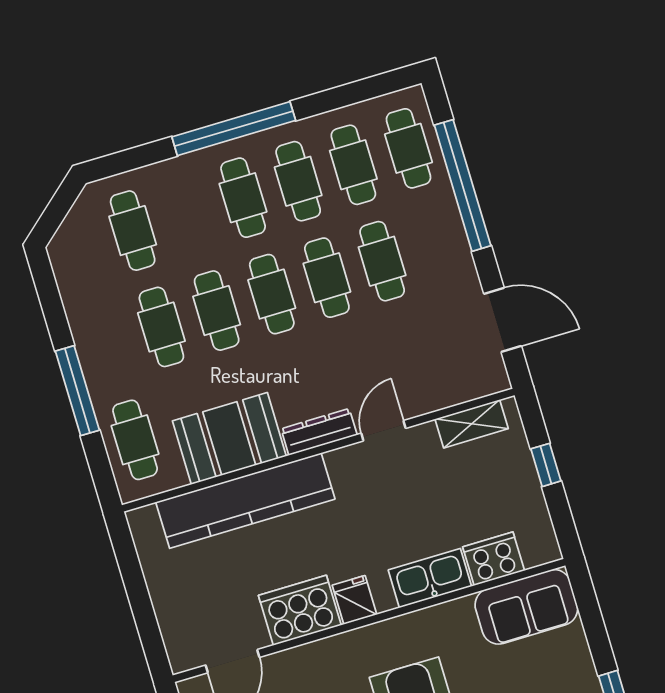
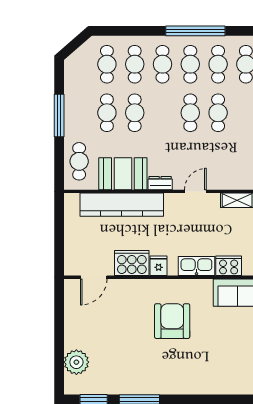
window: (234, 129) -> (195, 31), moved
cafe table: (272, 294) -> (135, 64), moved
window: (77, 391) -> (59, 115), moved
dresser: (319, 432) -> (160, 183), width x0.70

